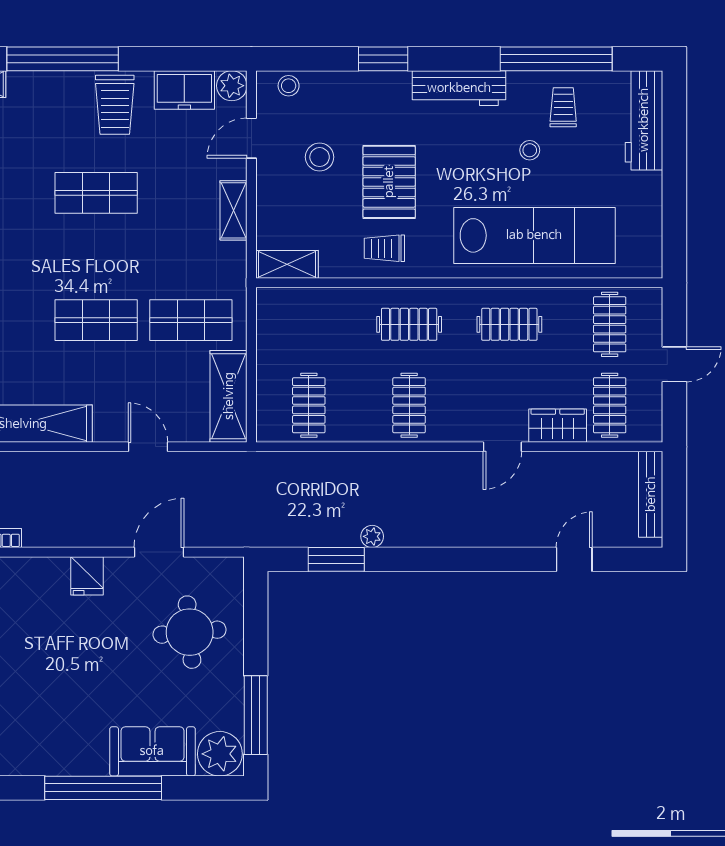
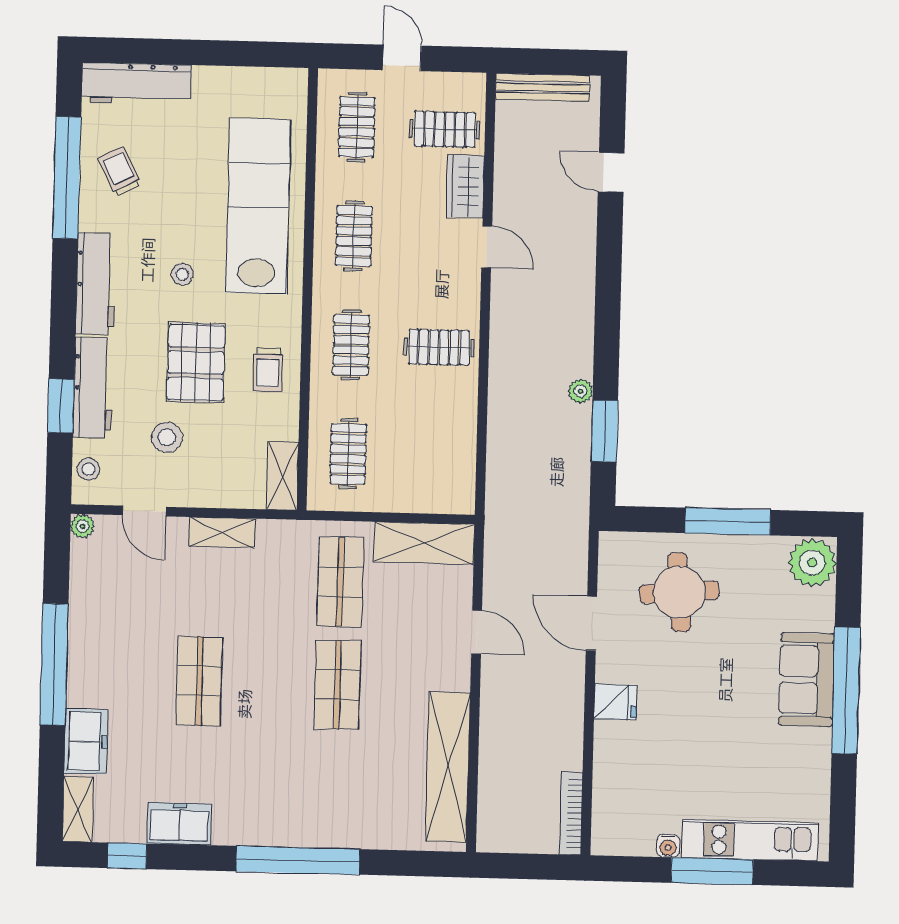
window: (63, 59) -> (54, 664), moved
window: (383, 59) -> (61, 406), moved
plant: (232, 86) -> (82, 526), width x0.73, depth x0.73
workbench: (364, 88) -> (93, 387), added
freezer: (184, 90) -> (86, 741), moved
trolley: (115, 105) -> (104, 658), removed
trolley: (563, 107) -> (120, 171), turned 64
stool: (530, 150) -> (182, 274), moved
pallet: (389, 182) -> (196, 363), turned 90
clothes rail: (610, 324) -> (357, 127), turned 90
clothes rail: (309, 405) -> (348, 454), moved, turned 90
door: (148, 447) -> (477, 632), swing flipped
window: (256, 715) -> (728, 521), moved
sofa: (152, 751) -> (807, 680), moved

